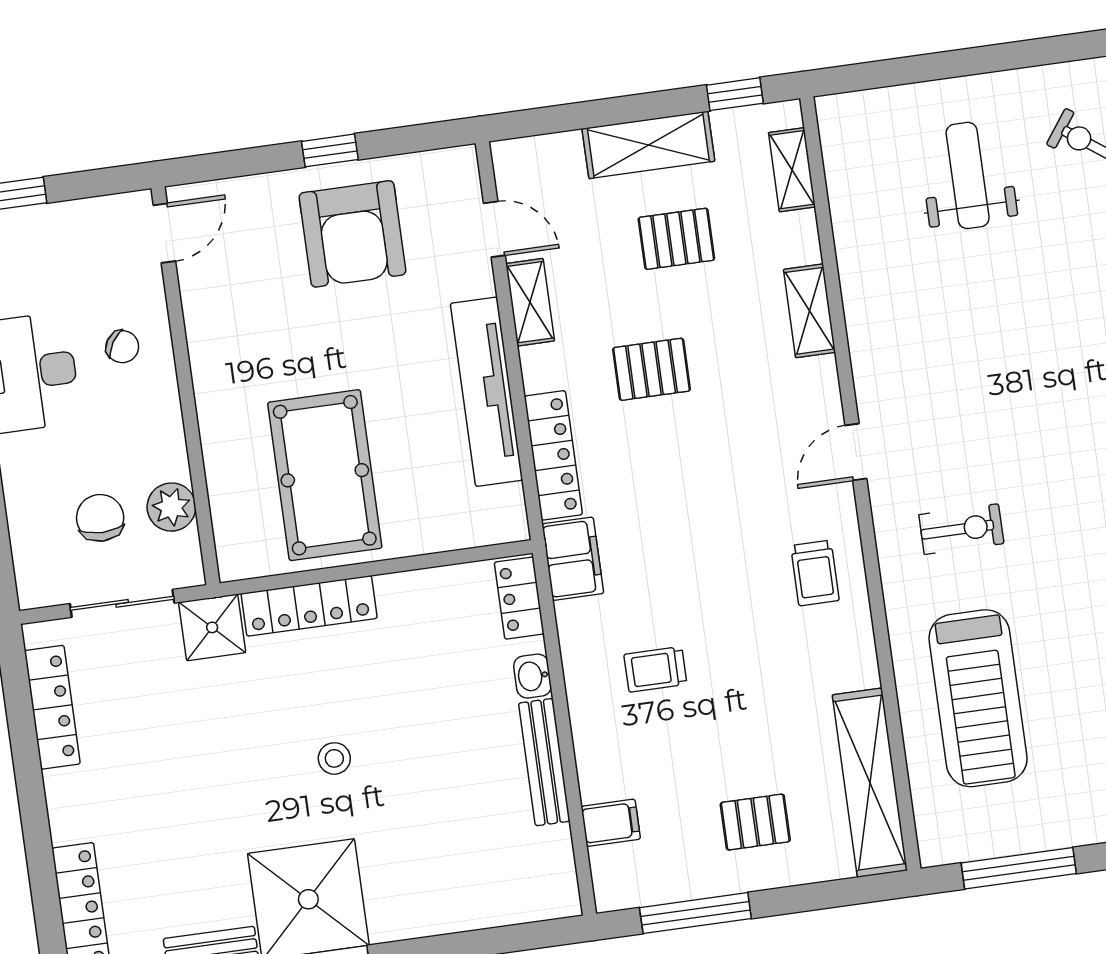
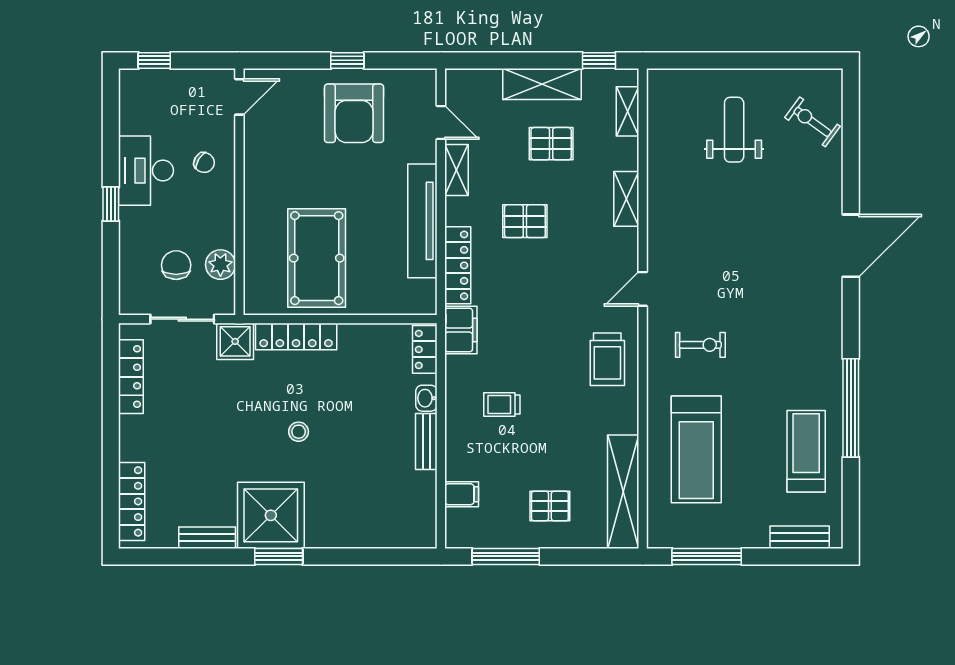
trolley: (815, 573) -> (607, 359), width x1.36, depth x1.39
bench: (544, 762) -> (426, 441), width x0.73

